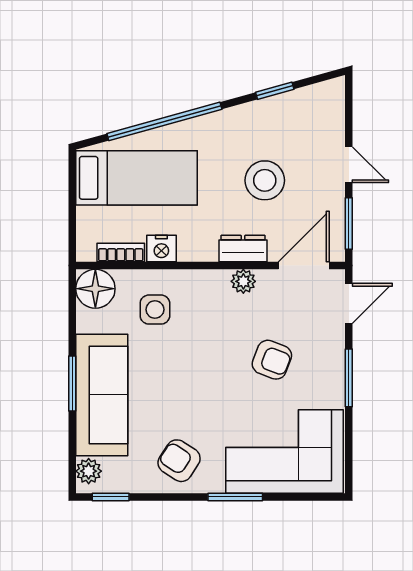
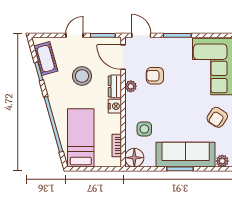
cot: (301, 105) -> (46, 59), added
nightstand: (161, 249) -> (115, 106), moved
armchair: (272, 360) -> (155, 76), moved, turned -111

